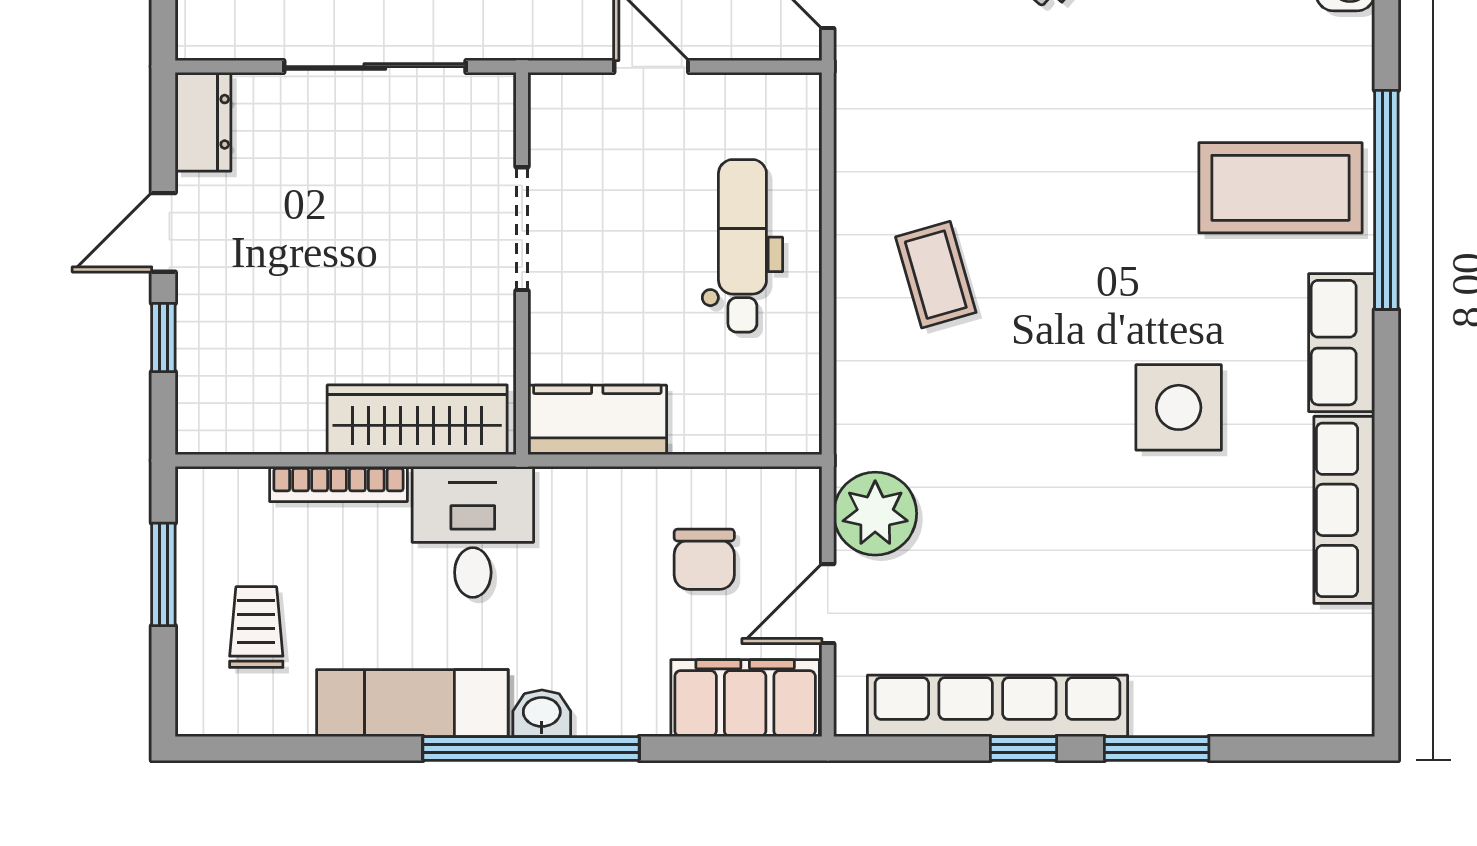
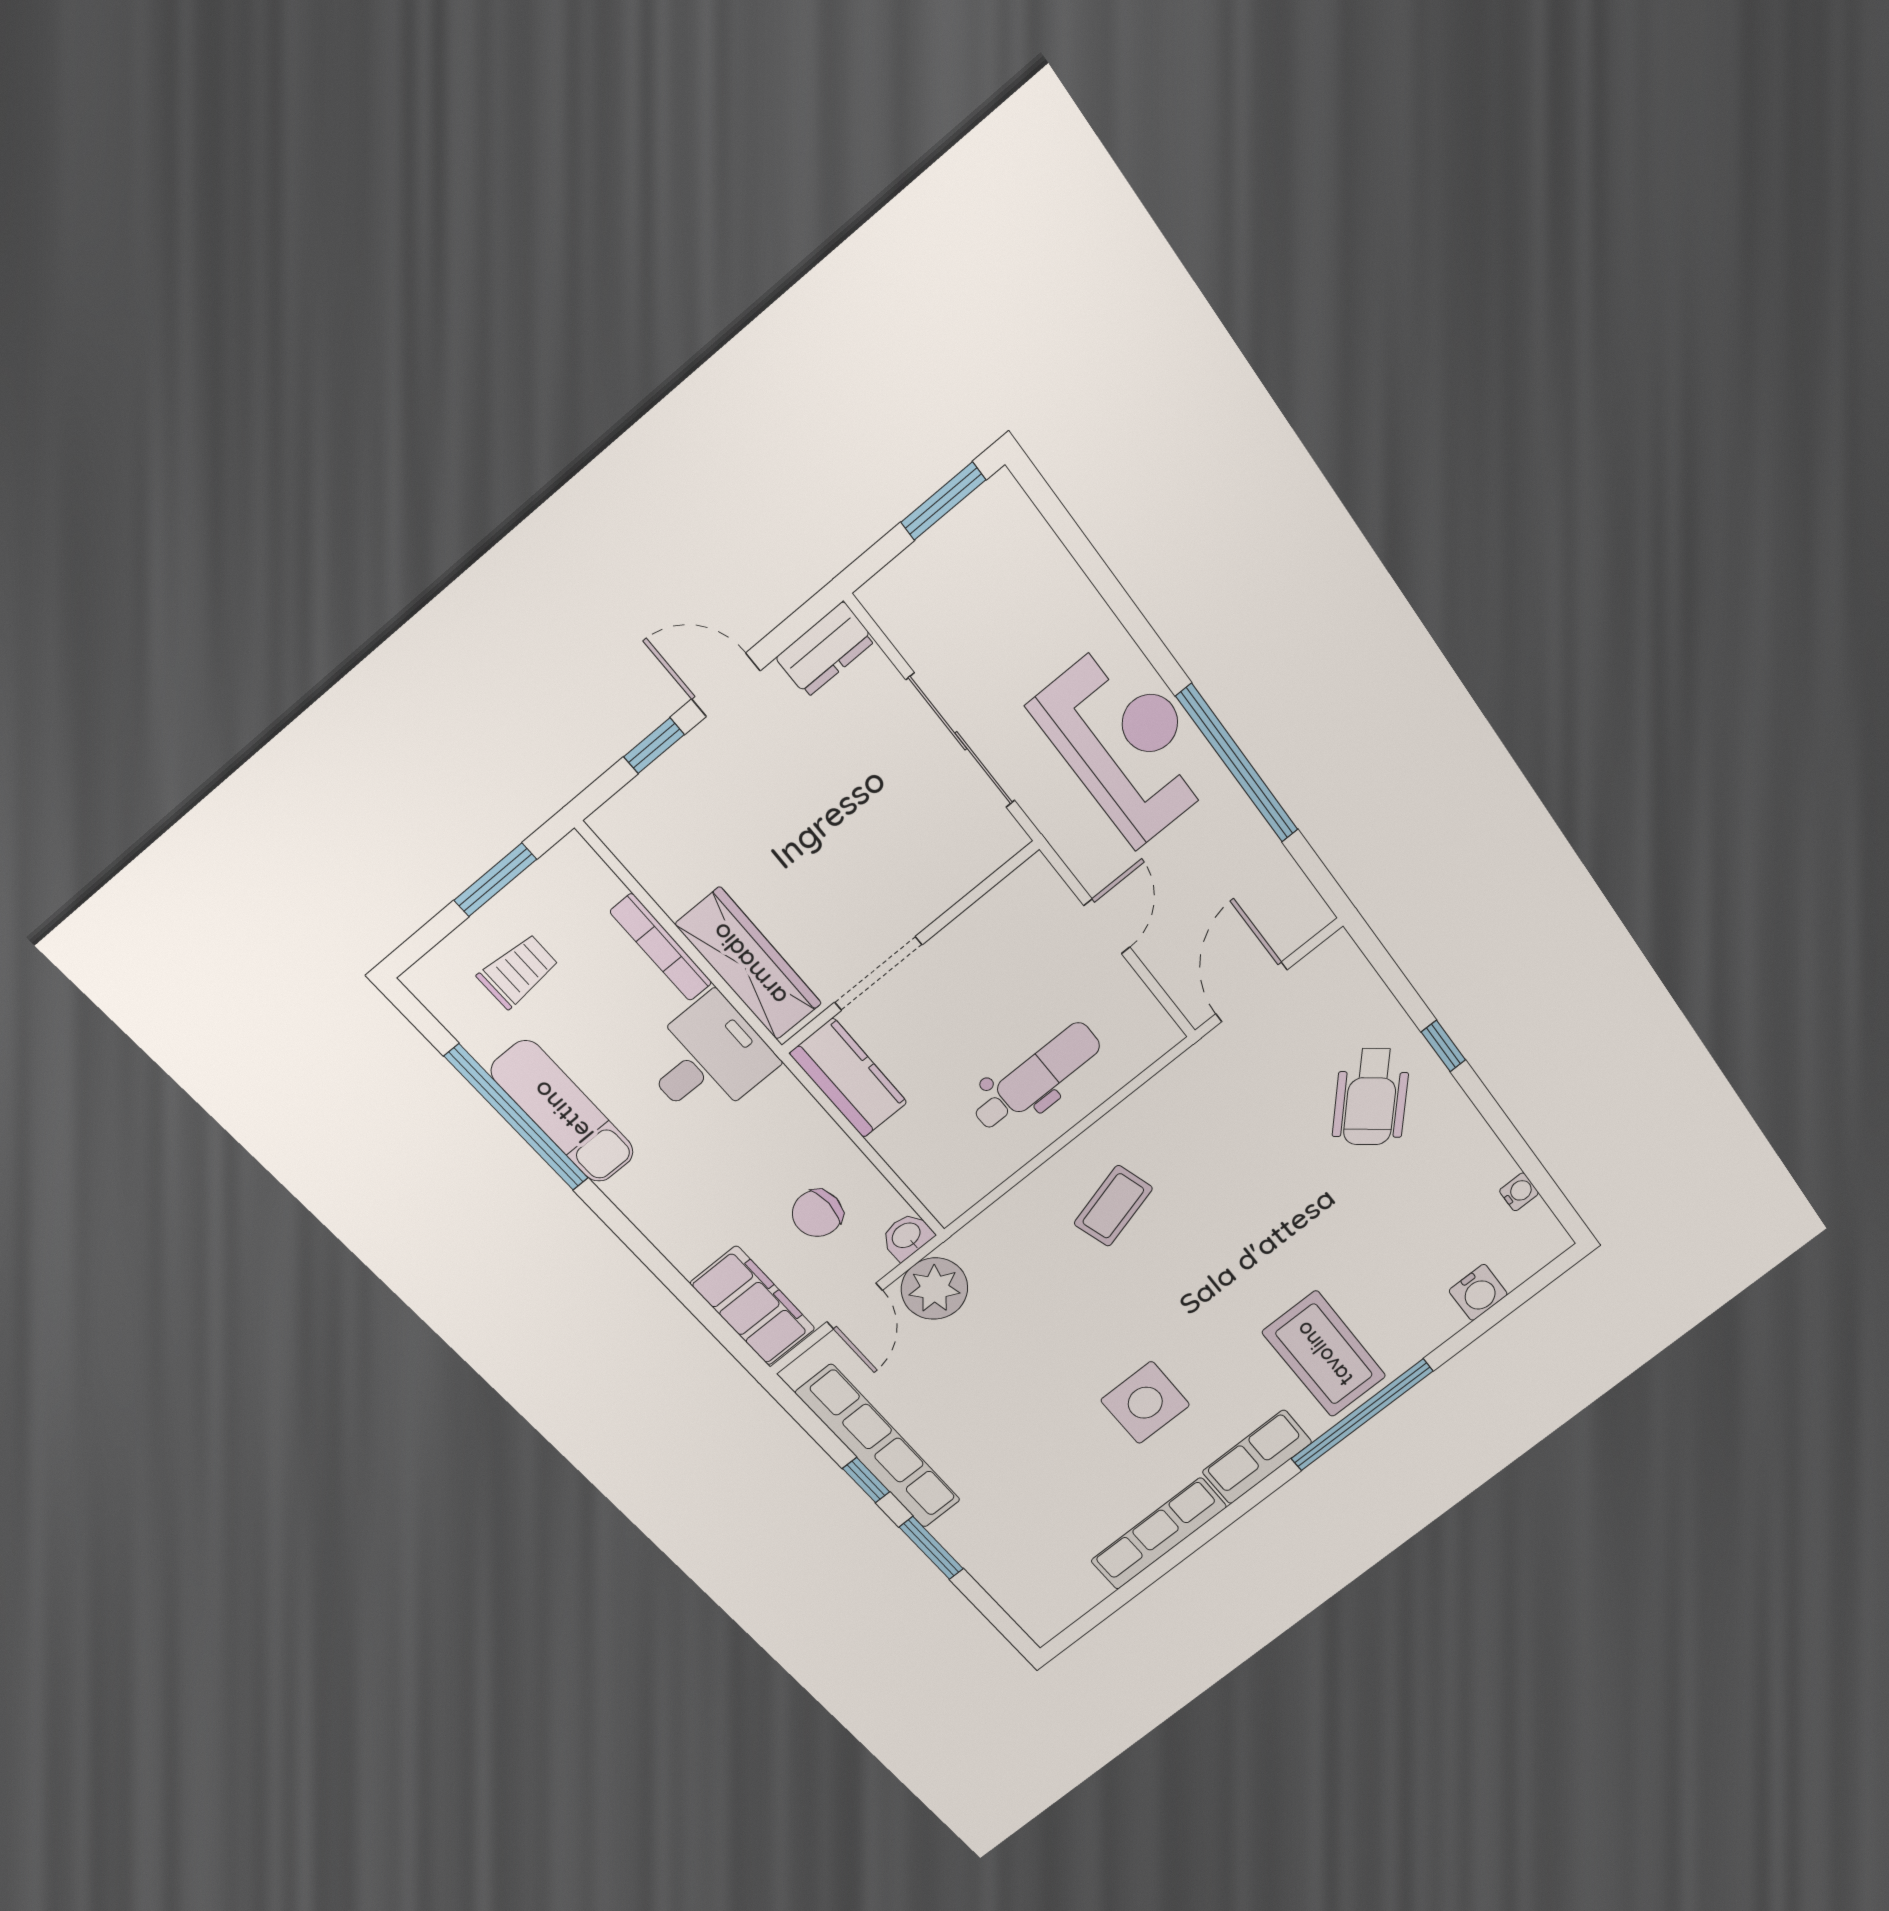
doorway: (522, 229) -> (878, 974), moved
door: (828, 604) -> (855, 1306), swing flipped
washbasin: (542, 713) -> (907, 1236), moved, turned -90
window: (531, 748) -> (517, 1118), moved

